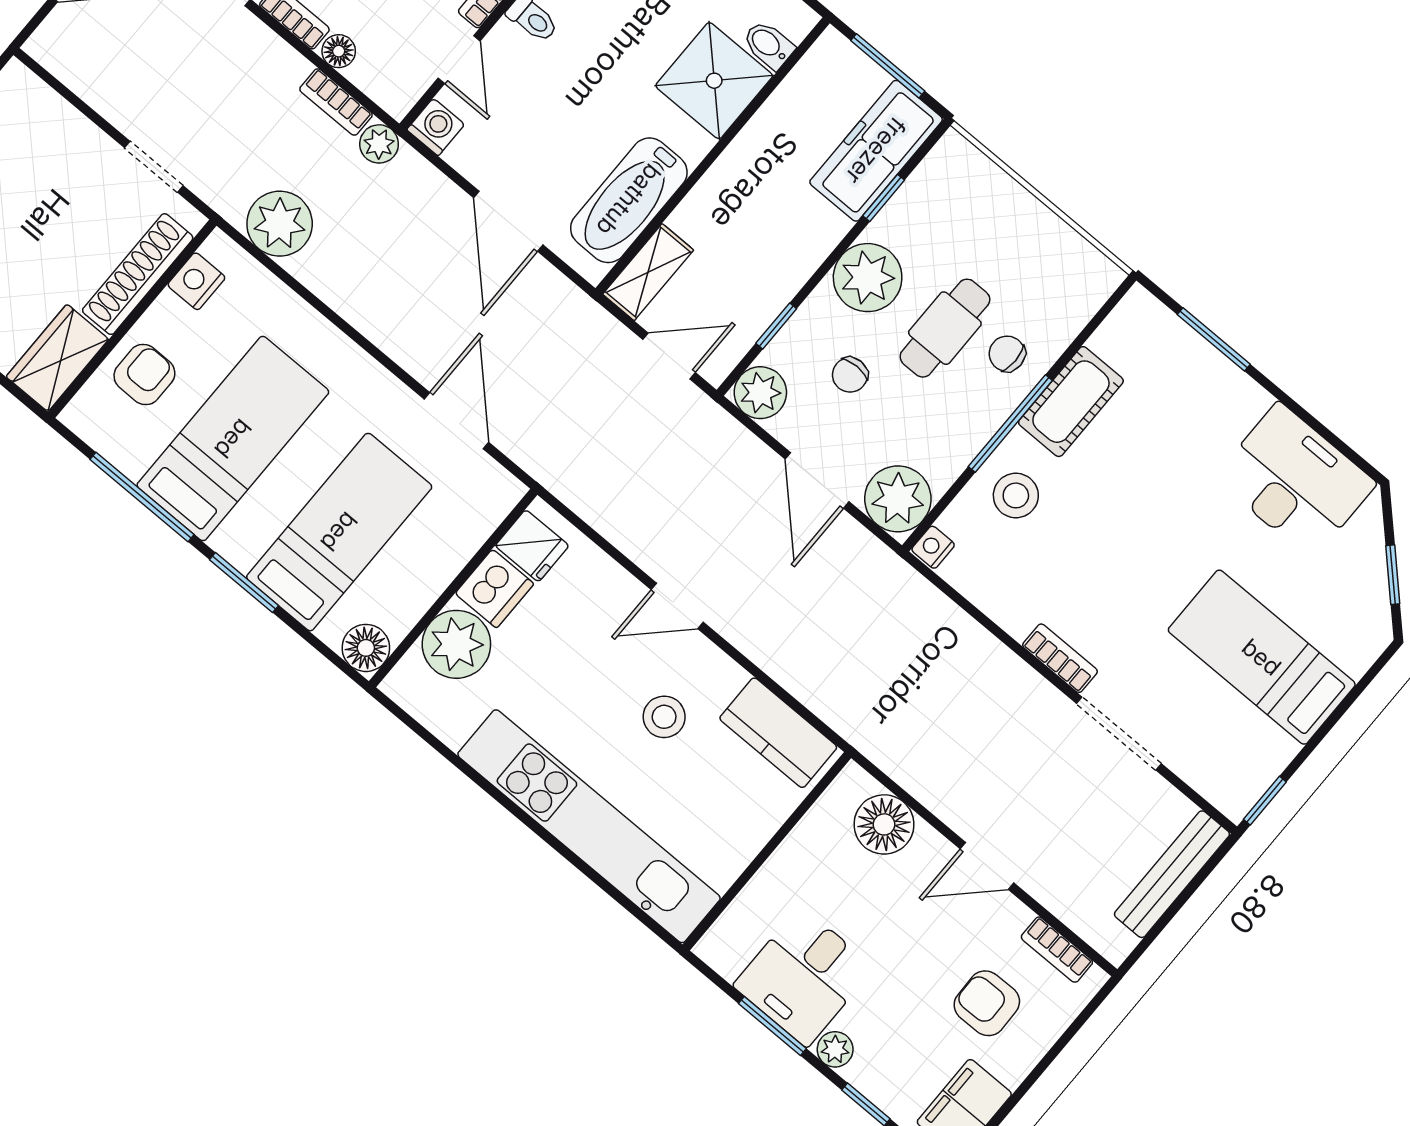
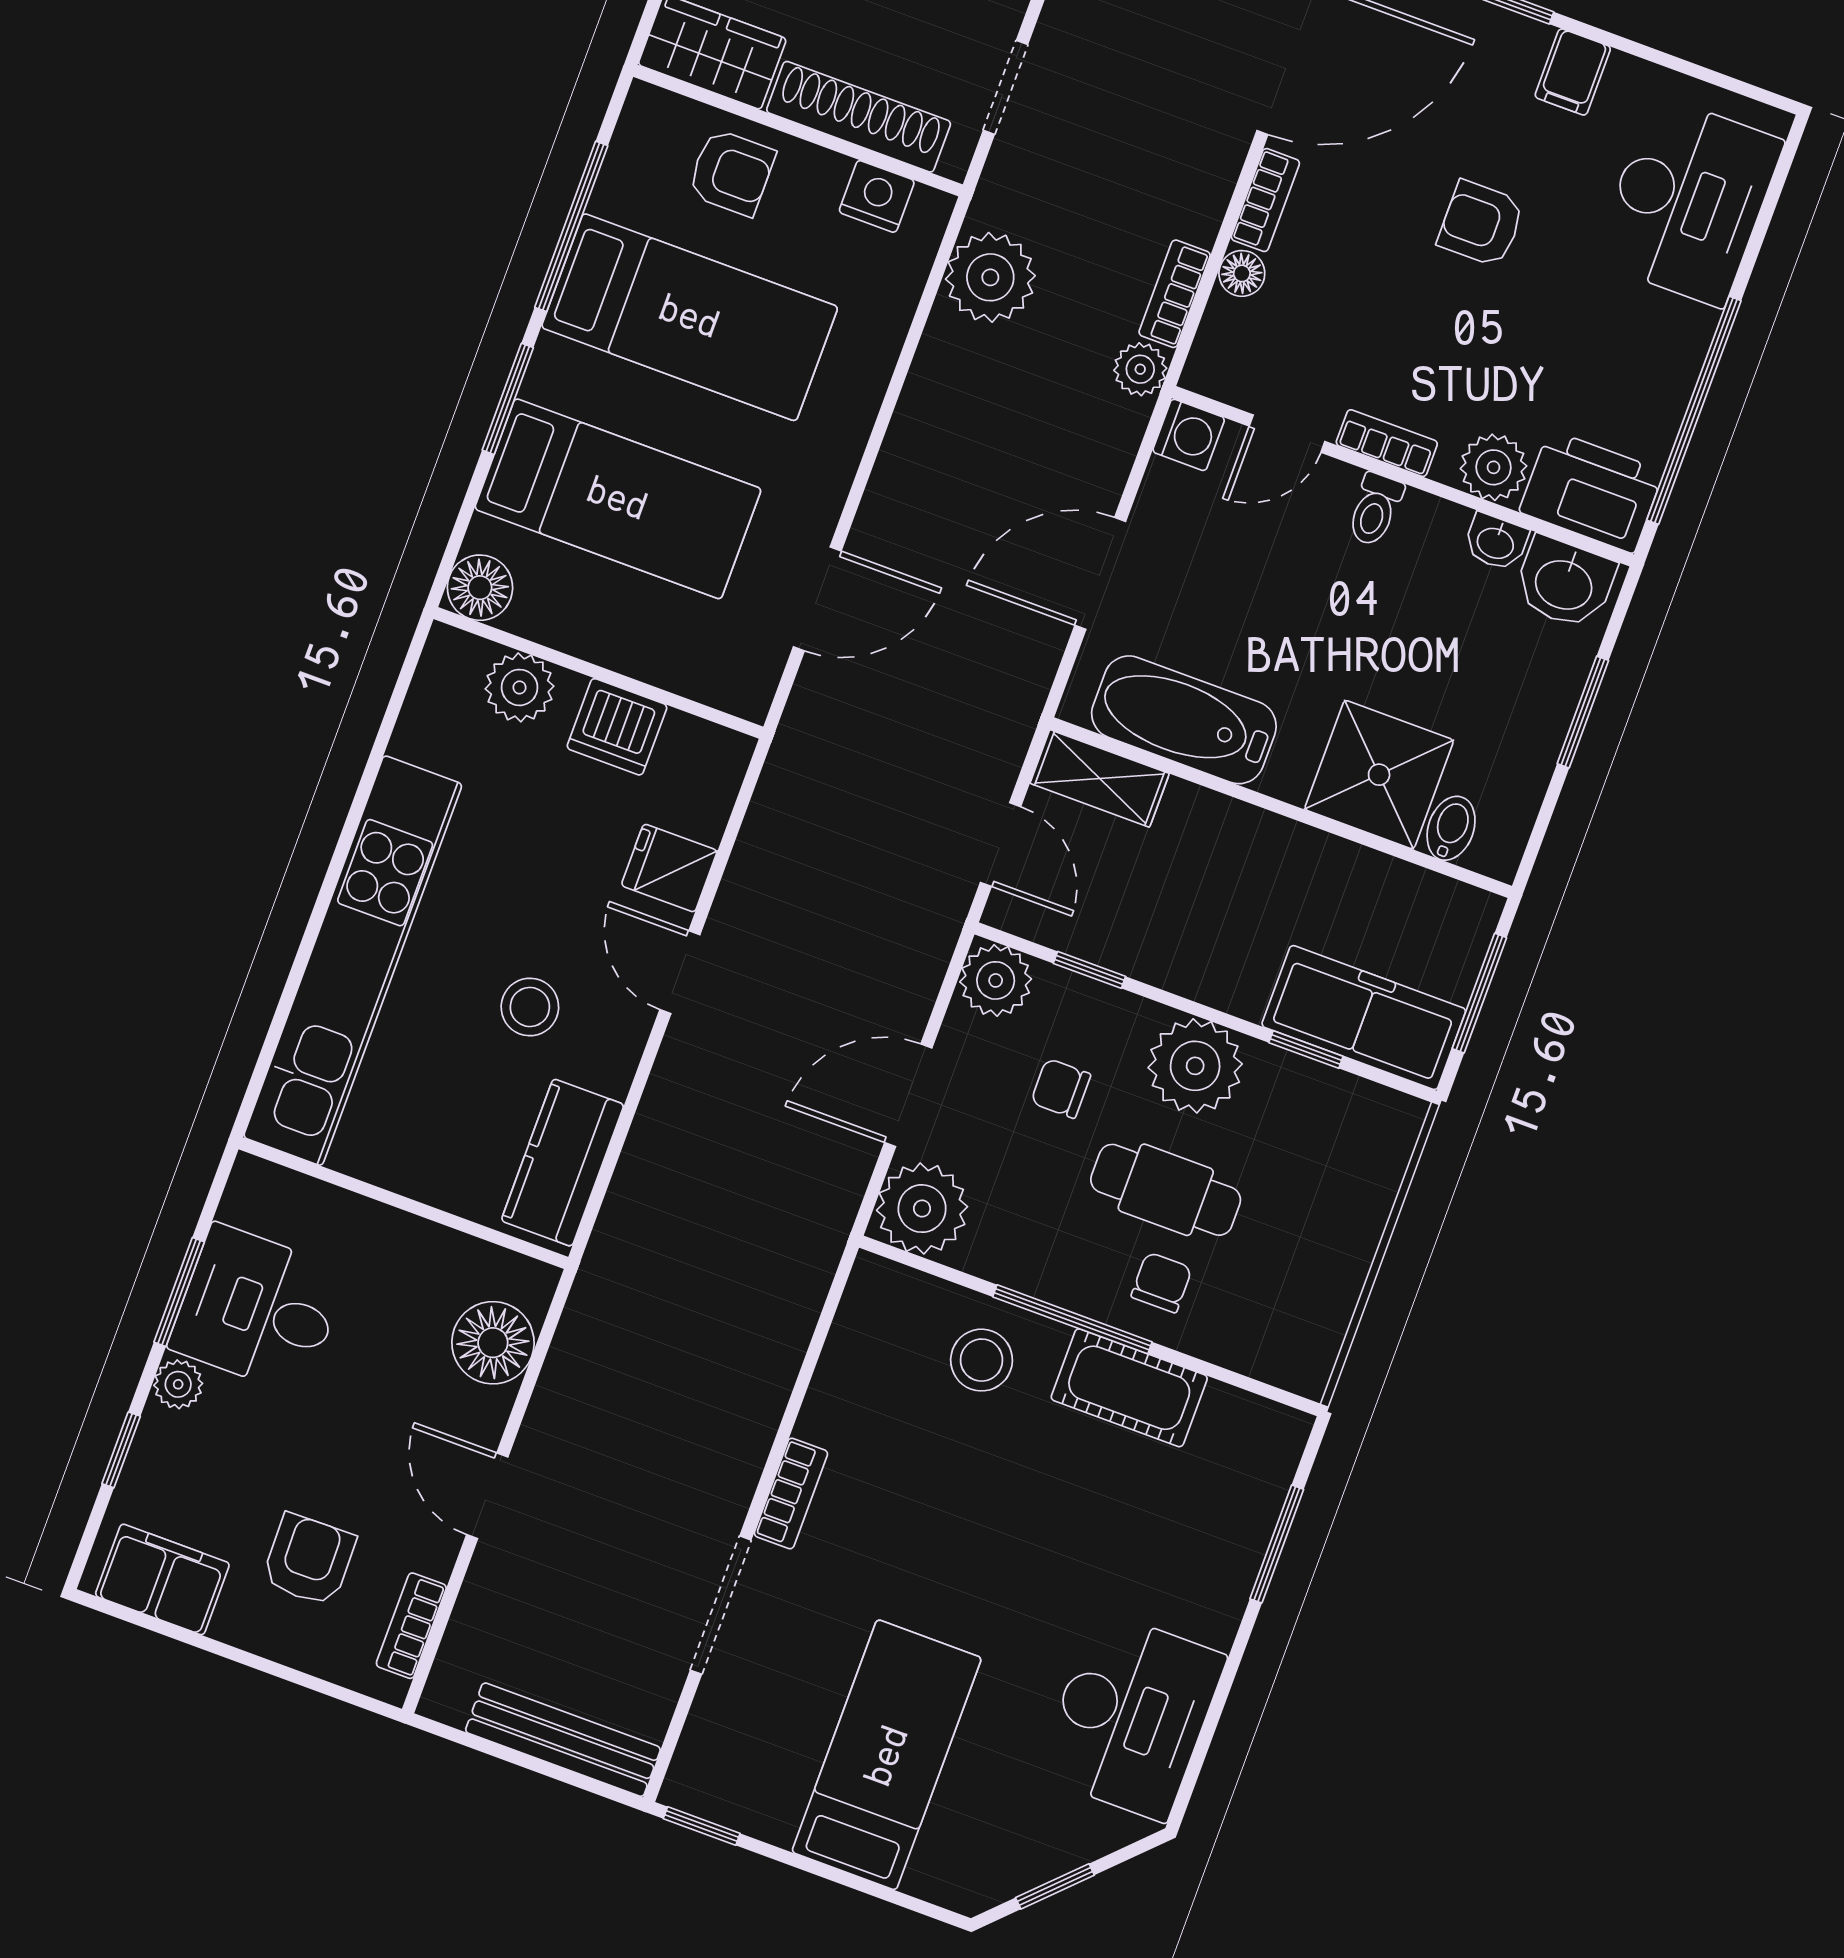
fridge: (532, 546) -> (669, 868), moved, turned 90
nightstand: (933, 547) -> (876, 1277), removed
plant: (456, 644) -> (520, 687), width x0.73, depth x0.73

